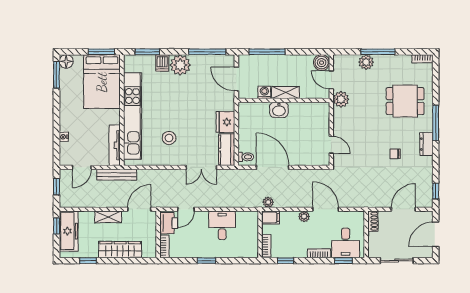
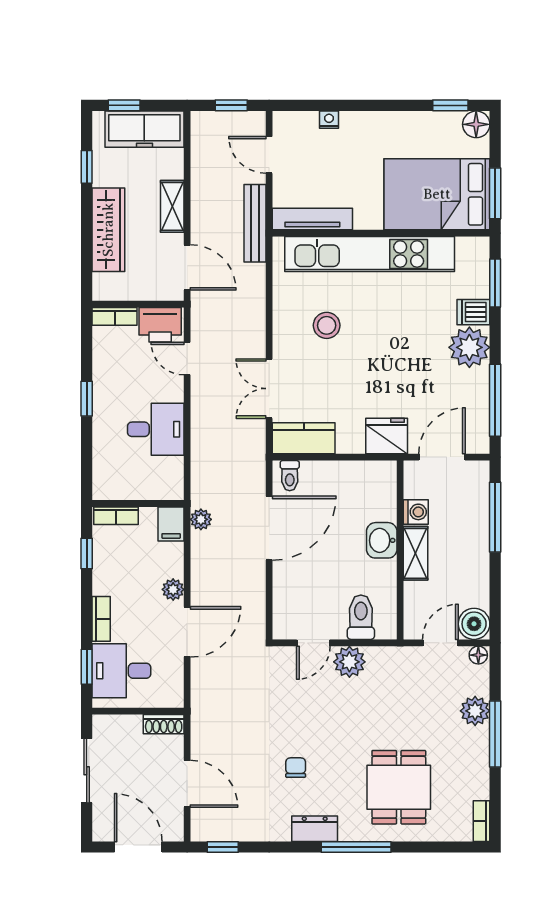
floor lamp: (338, 60) -> (478, 655), added
window: (56, 75) -> (450, 105), width x0.67
plant: (341, 99) -> (349, 662), moved
toilet: (318, 120) -> (361, 617), added
fridge: (226, 122) -> (387, 436), moved
window: (56, 226) -> (124, 105), moved

